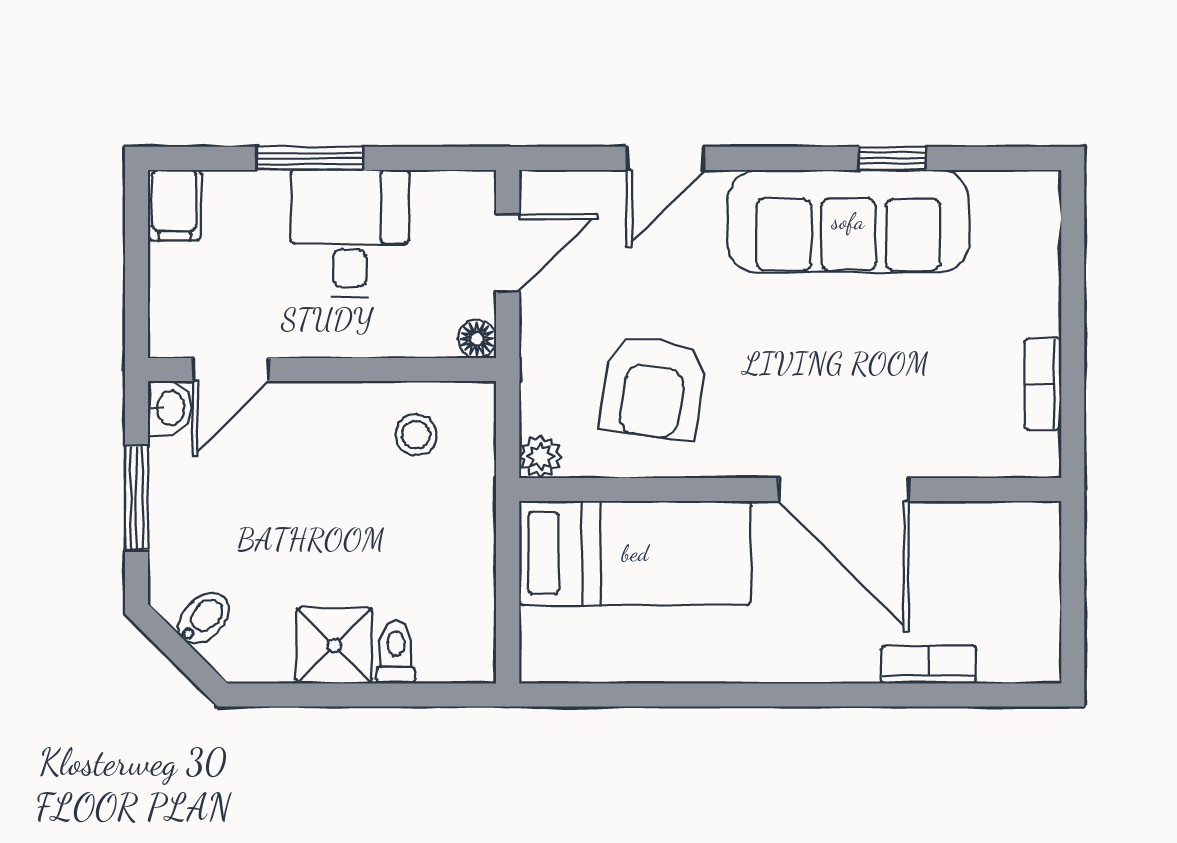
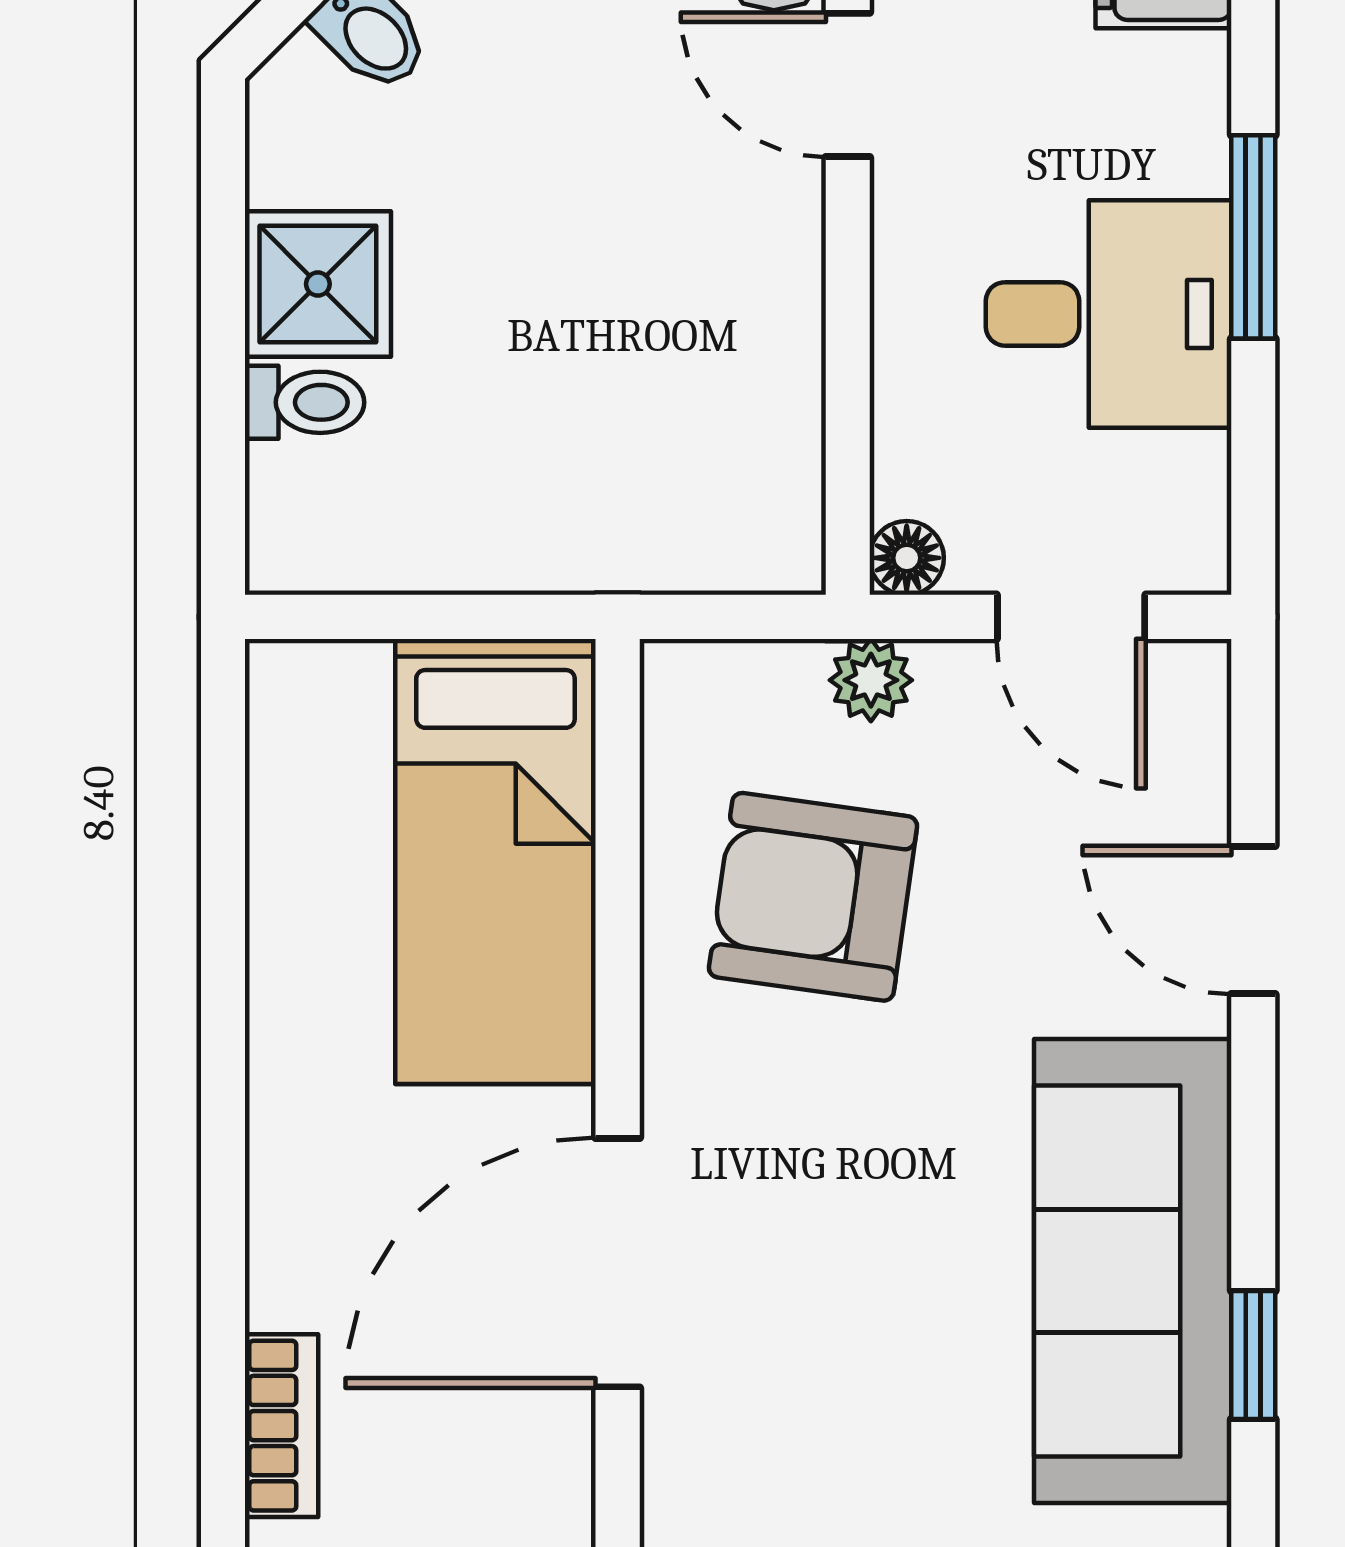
stool: (416, 435) -> (722, 441), removed
plant: (541, 457) -> (871, 680), moved

